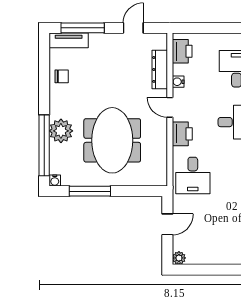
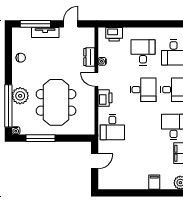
tv unit: (69, 40) -> (45, 32), moved
printer: (182, 51) -> (114, 34), moved, turned 90
dresser: (160, 69) -> (89, 57), width x0.70
plant: (179, 258) -> (103, 185), removed

